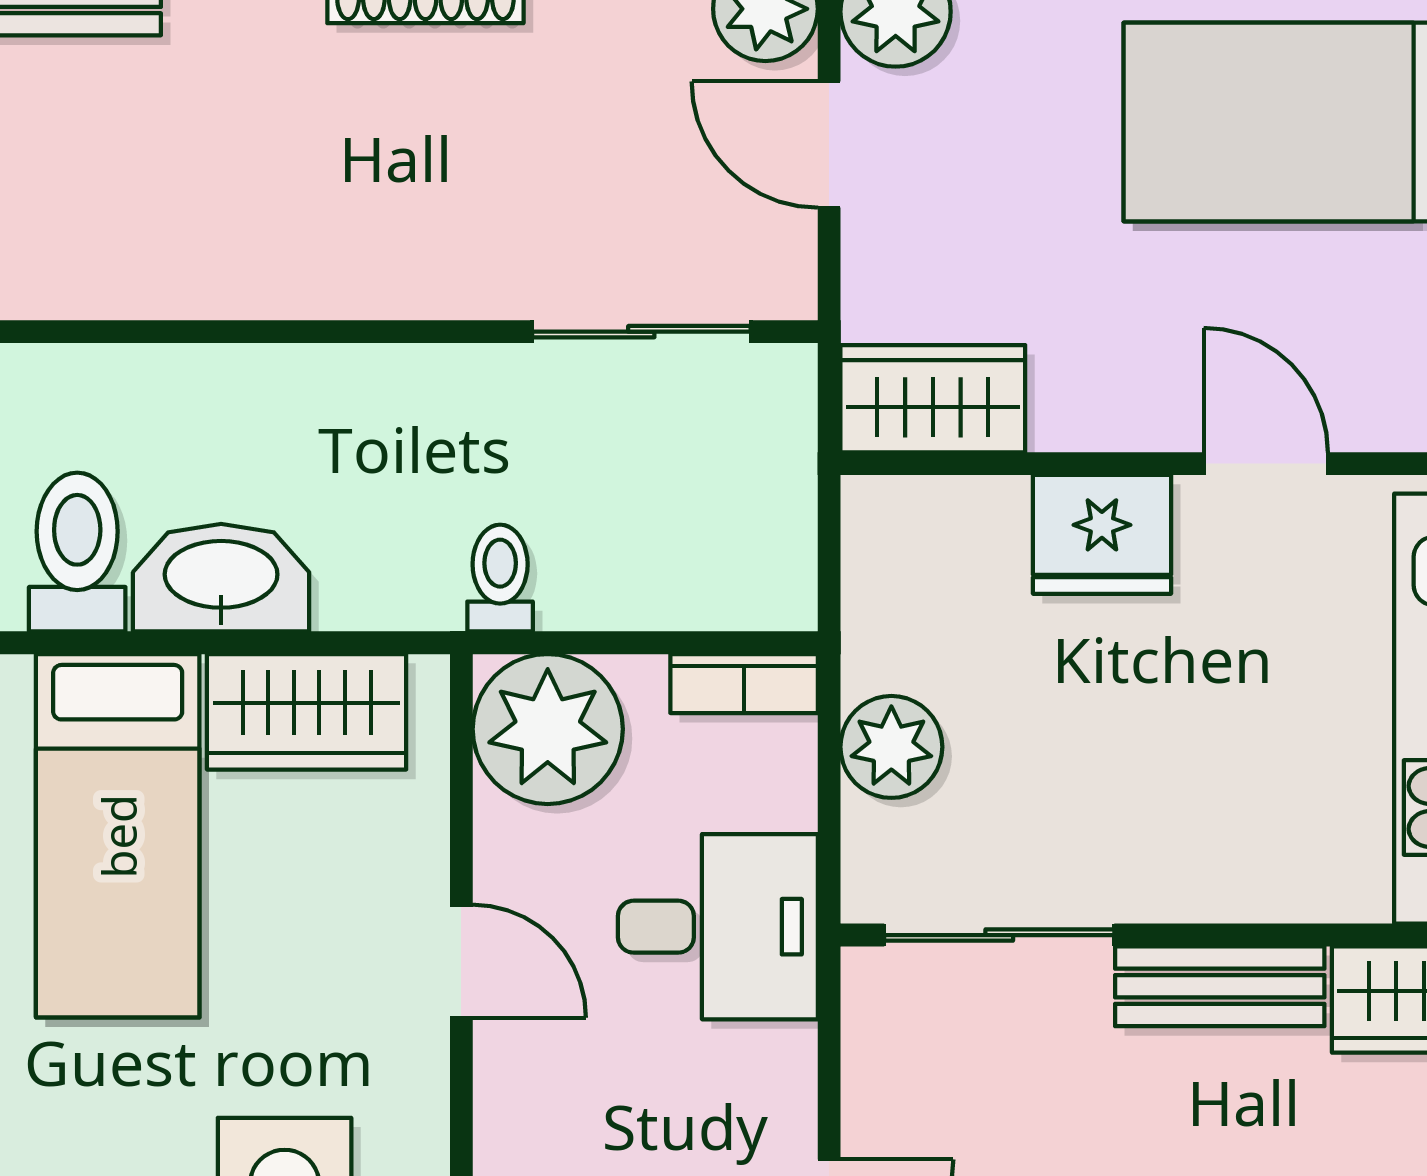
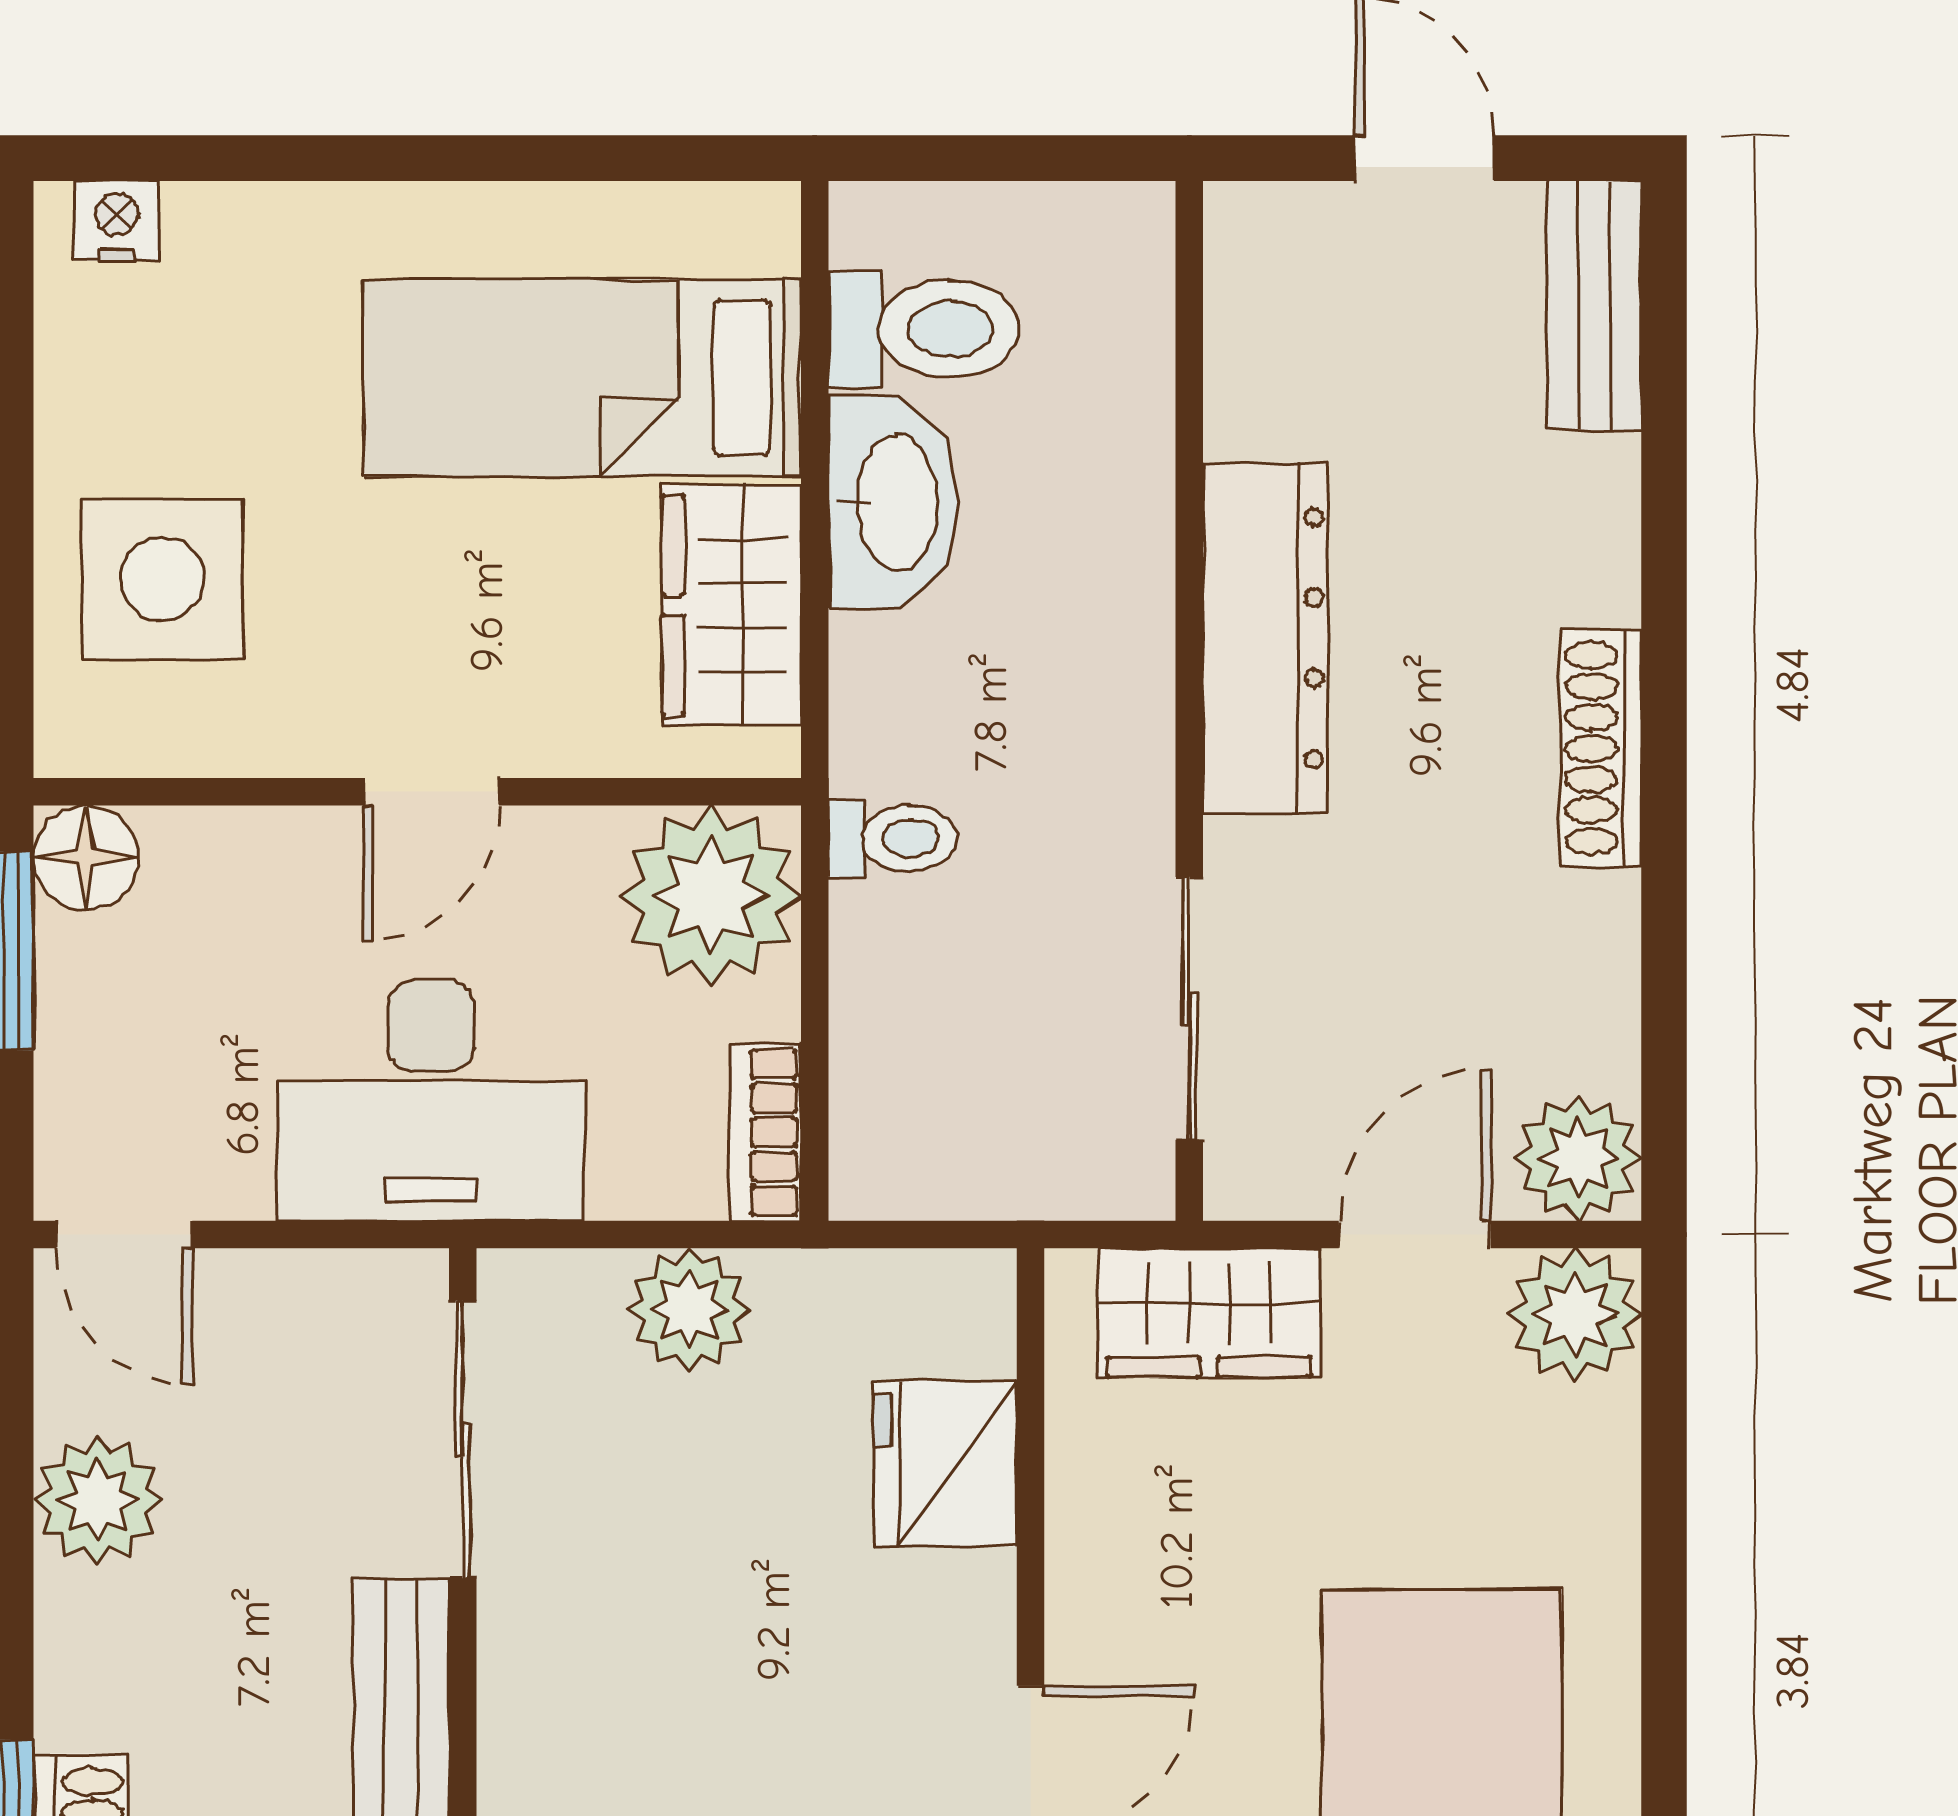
dresser: (334, 268) -> (1265, 638), added
wardrobe: (933, 399) -> (1209, 1313), moved, turned 90
fridge: (1102, 534) -> (945, 1463), moved
desk: (718, 927) -> (431, 1101), width x1.37

